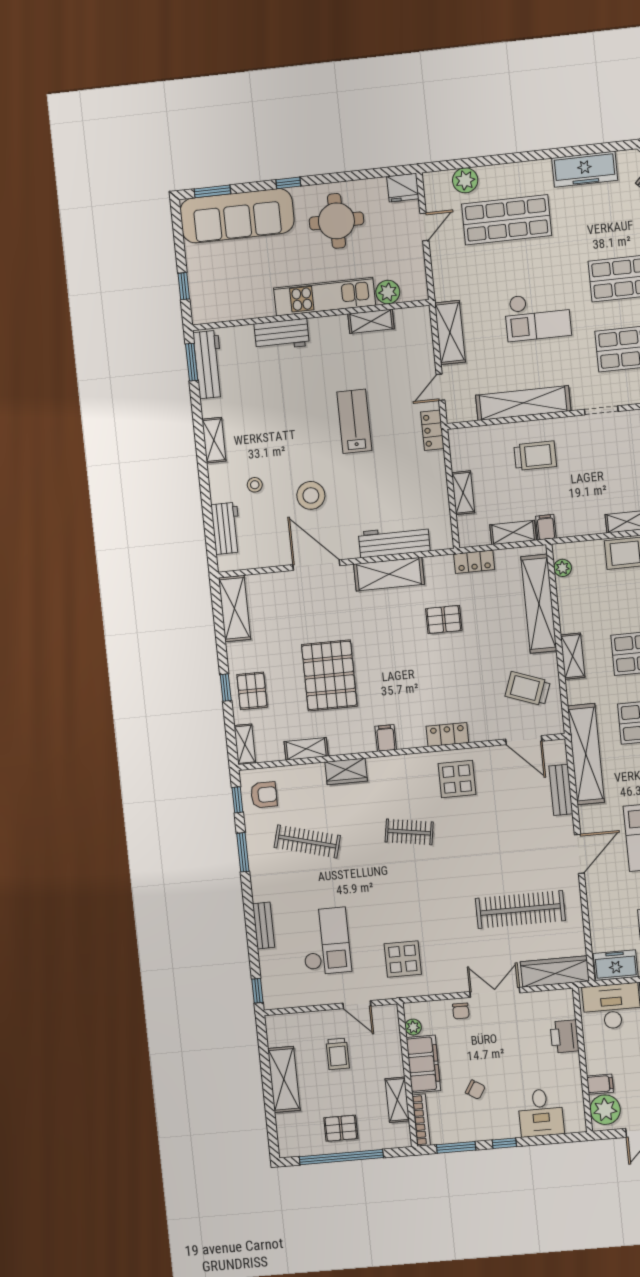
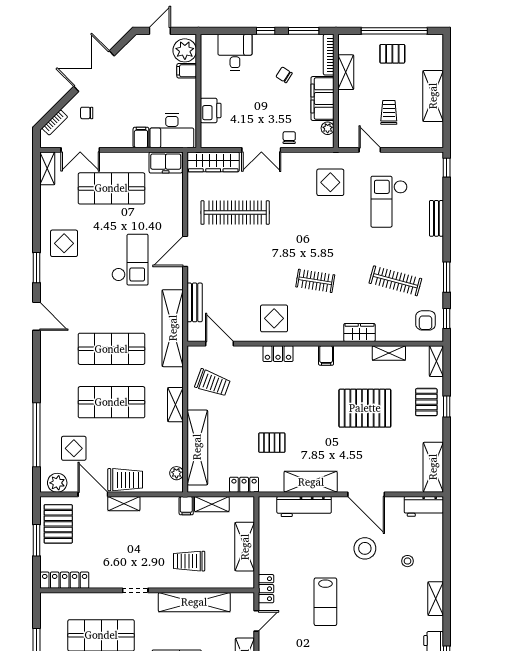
shelving: (463, 493) -> (245, 547), width x1.50, depth x1.33
workbench: (226, 528) -> (424, 506), moved, turned -90
pallet: (329, 675) -> (365, 408), turned 90
armchair: (264, 795) -> (426, 320), turned -90

